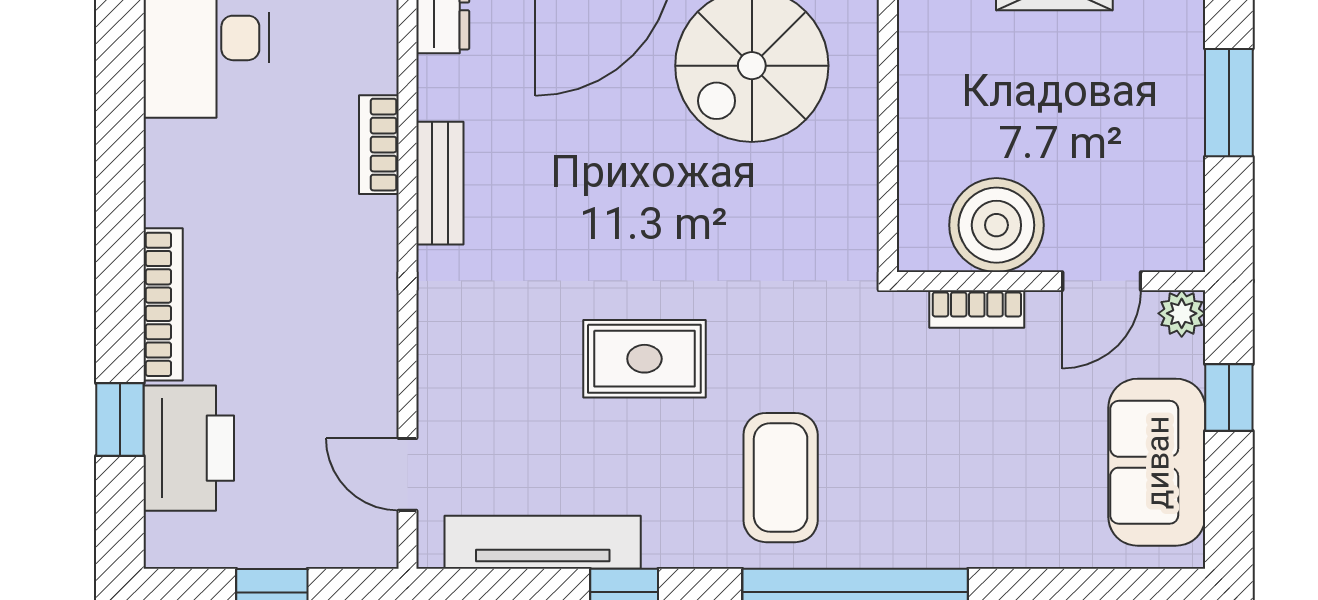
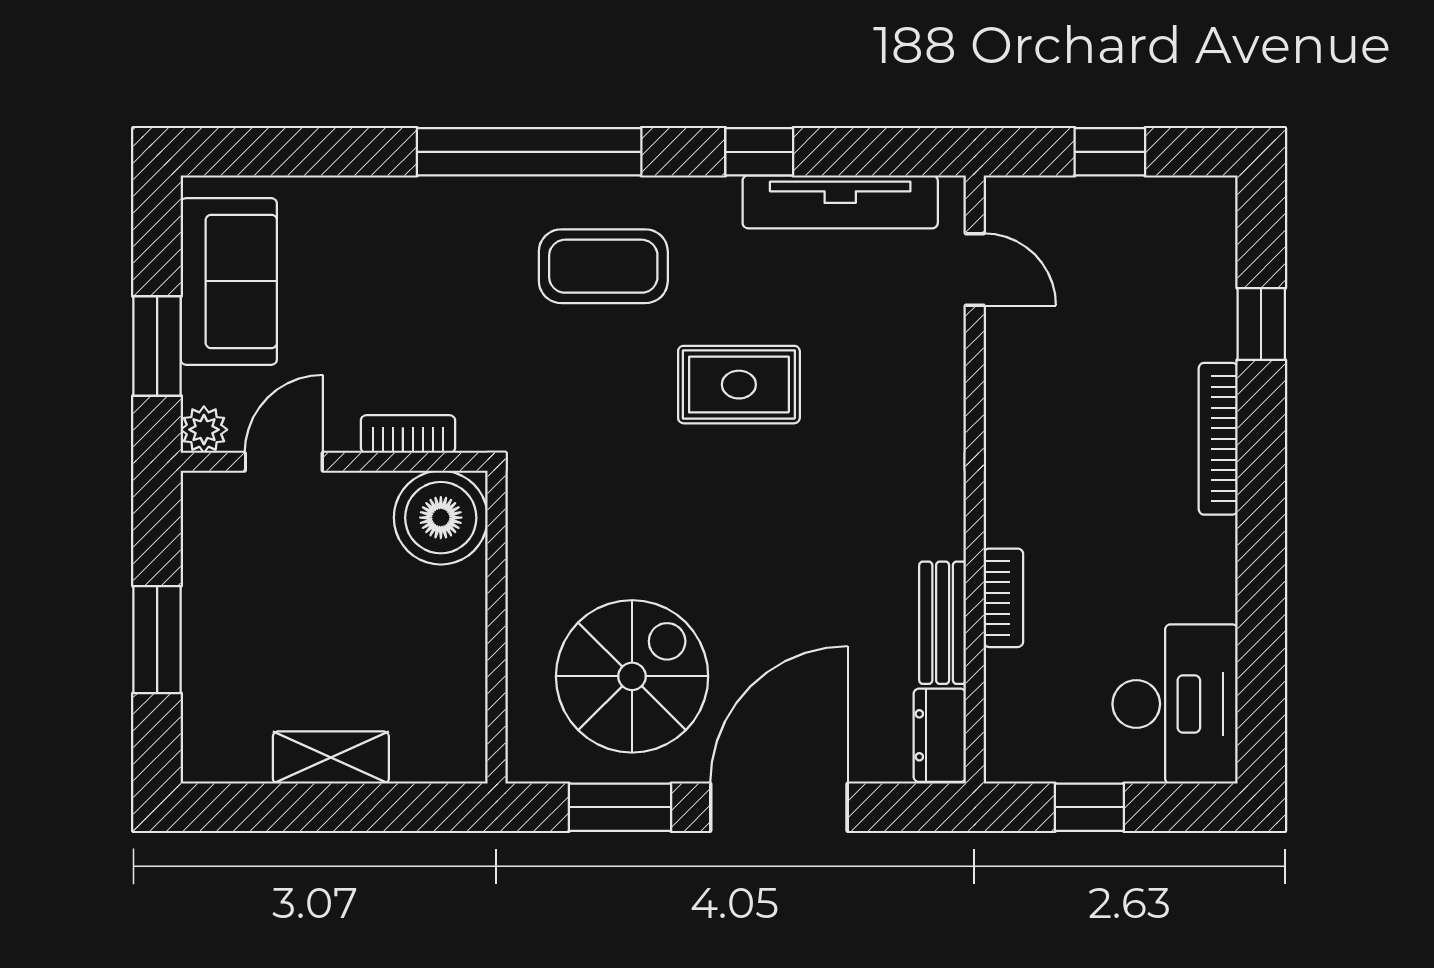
bench: (440, 183) -> (943, 623), moved
boiler: (996, 225) -> (441, 518), moved
window: (1229, 397) -> (157, 346), width x1.50
printer: (189, 448) -> (1193, 296), removed
coffee table: (781, 478) -> (603, 266), turned 90

